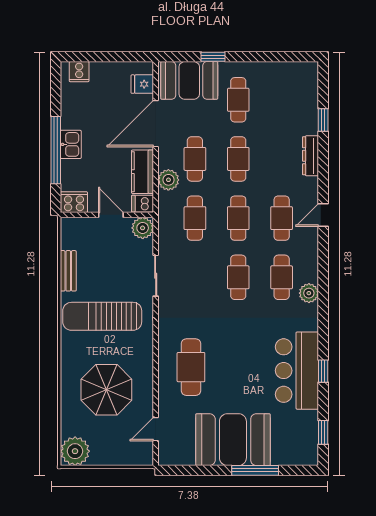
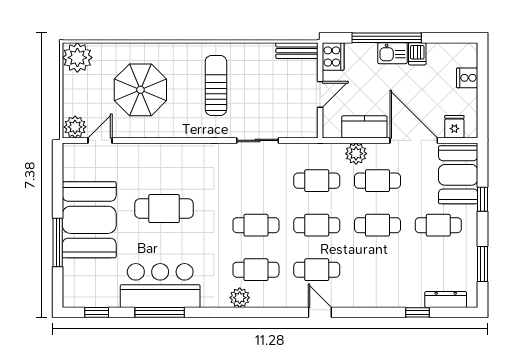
window: (276, 57) -> (483, 264), added
cooker: (79, 72) -> (467, 78), moved
dresser: (311, 156) -> (446, 300), moved
dishwasher: (143, 204) -> (417, 54), moved, turned 180
plant: (143, 228) -> (75, 127), moved
bench: (68, 271) -> (297, 51), moved
sun lounger: (102, 316) -> (216, 85), width x0.73, depth x0.75
cafe table: (191, 367) -> (164, 209), moved
window: (323, 371) -> (160, 312), width x2.17
door: (156, 429) -> (100, 140), hinge flipped

